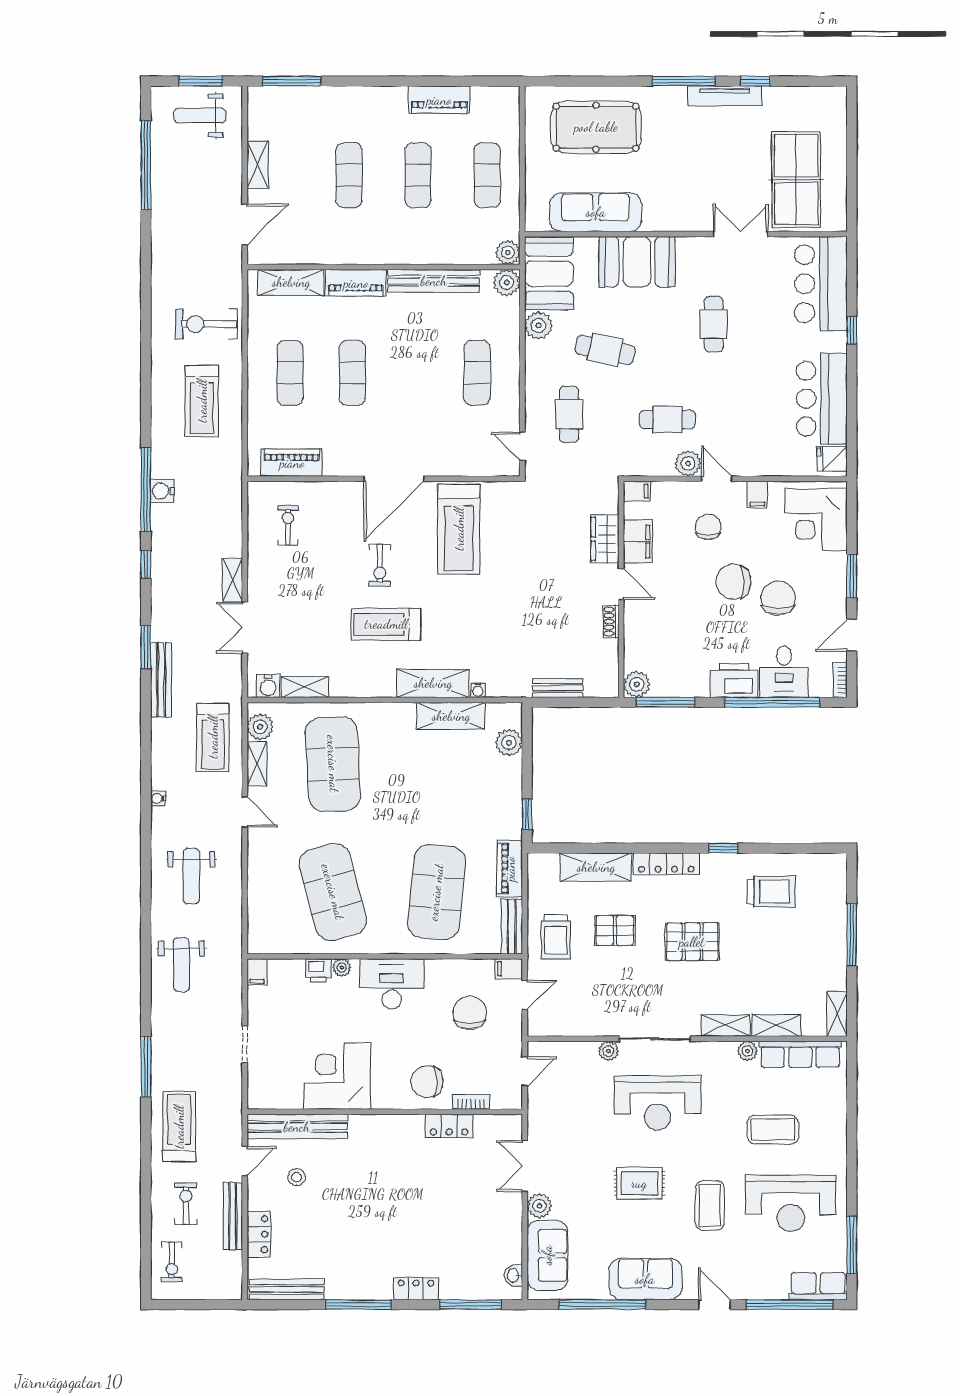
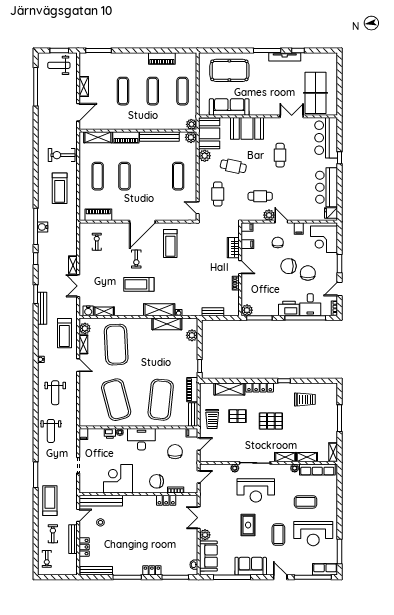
treadmill: (459, 529) -> (170, 243), width x0.73, depth x0.73
filing cabinet: (638, 541) -> (247, 244), width x0.50
rug: (639, 1183) -> (248, 525), turned 90

